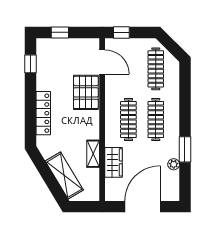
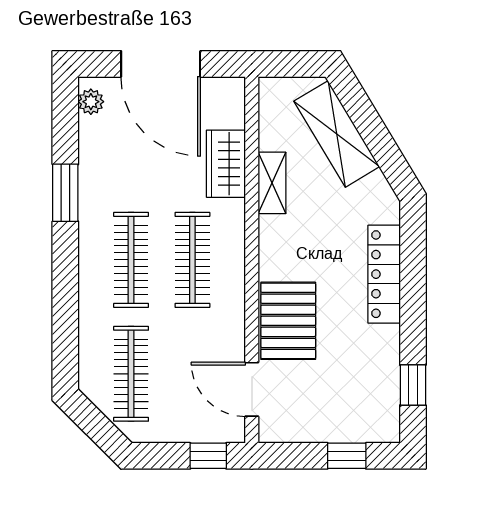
plant: (174, 164) -> (91, 102), moved
door: (143, 207) -> (161, 64), hinge flipped

